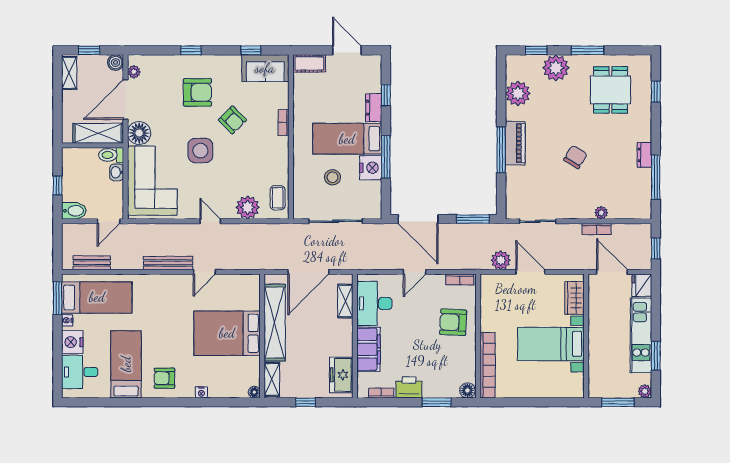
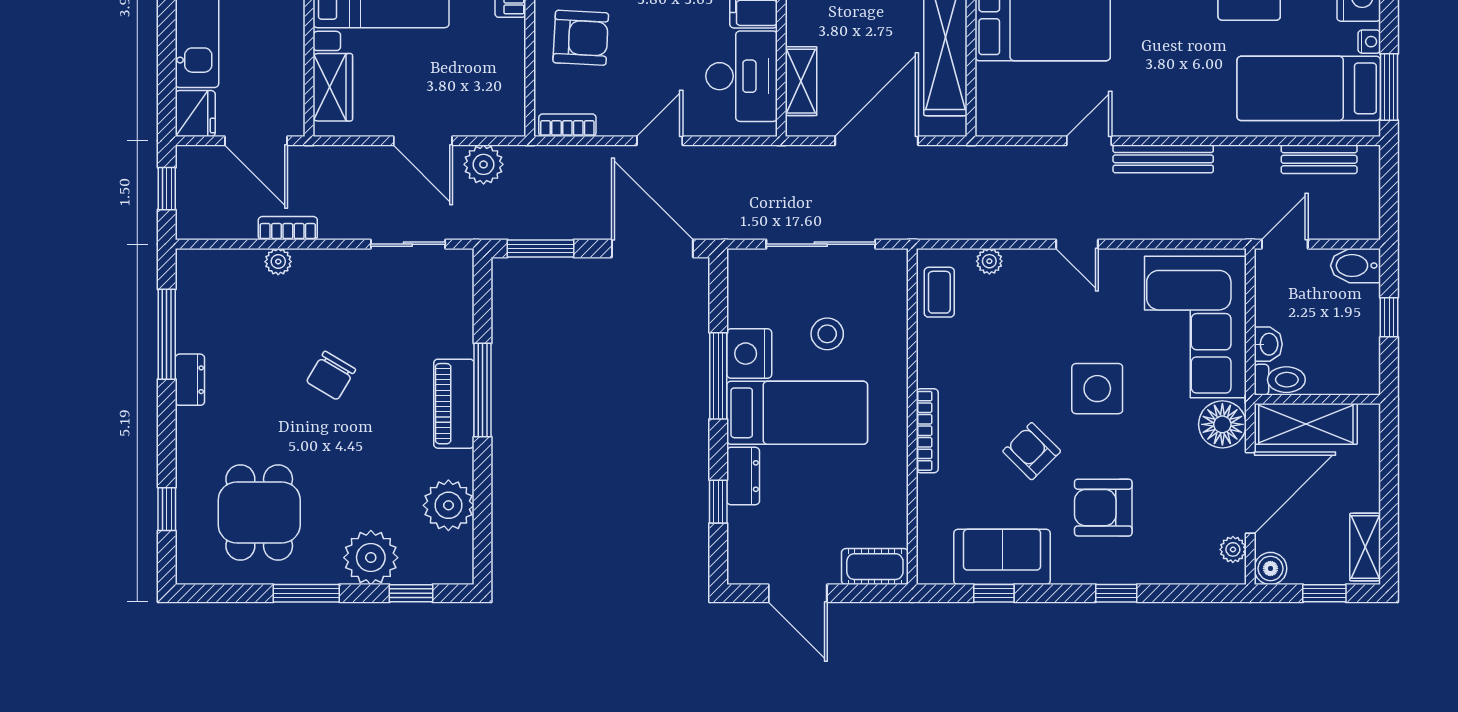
sofa: (265, 68) -> (1002, 557), moved
bookcase: (284, 122) -> (927, 431), width x1.56
plant: (248, 207) -> (989, 261), width x0.53, depth x0.53

